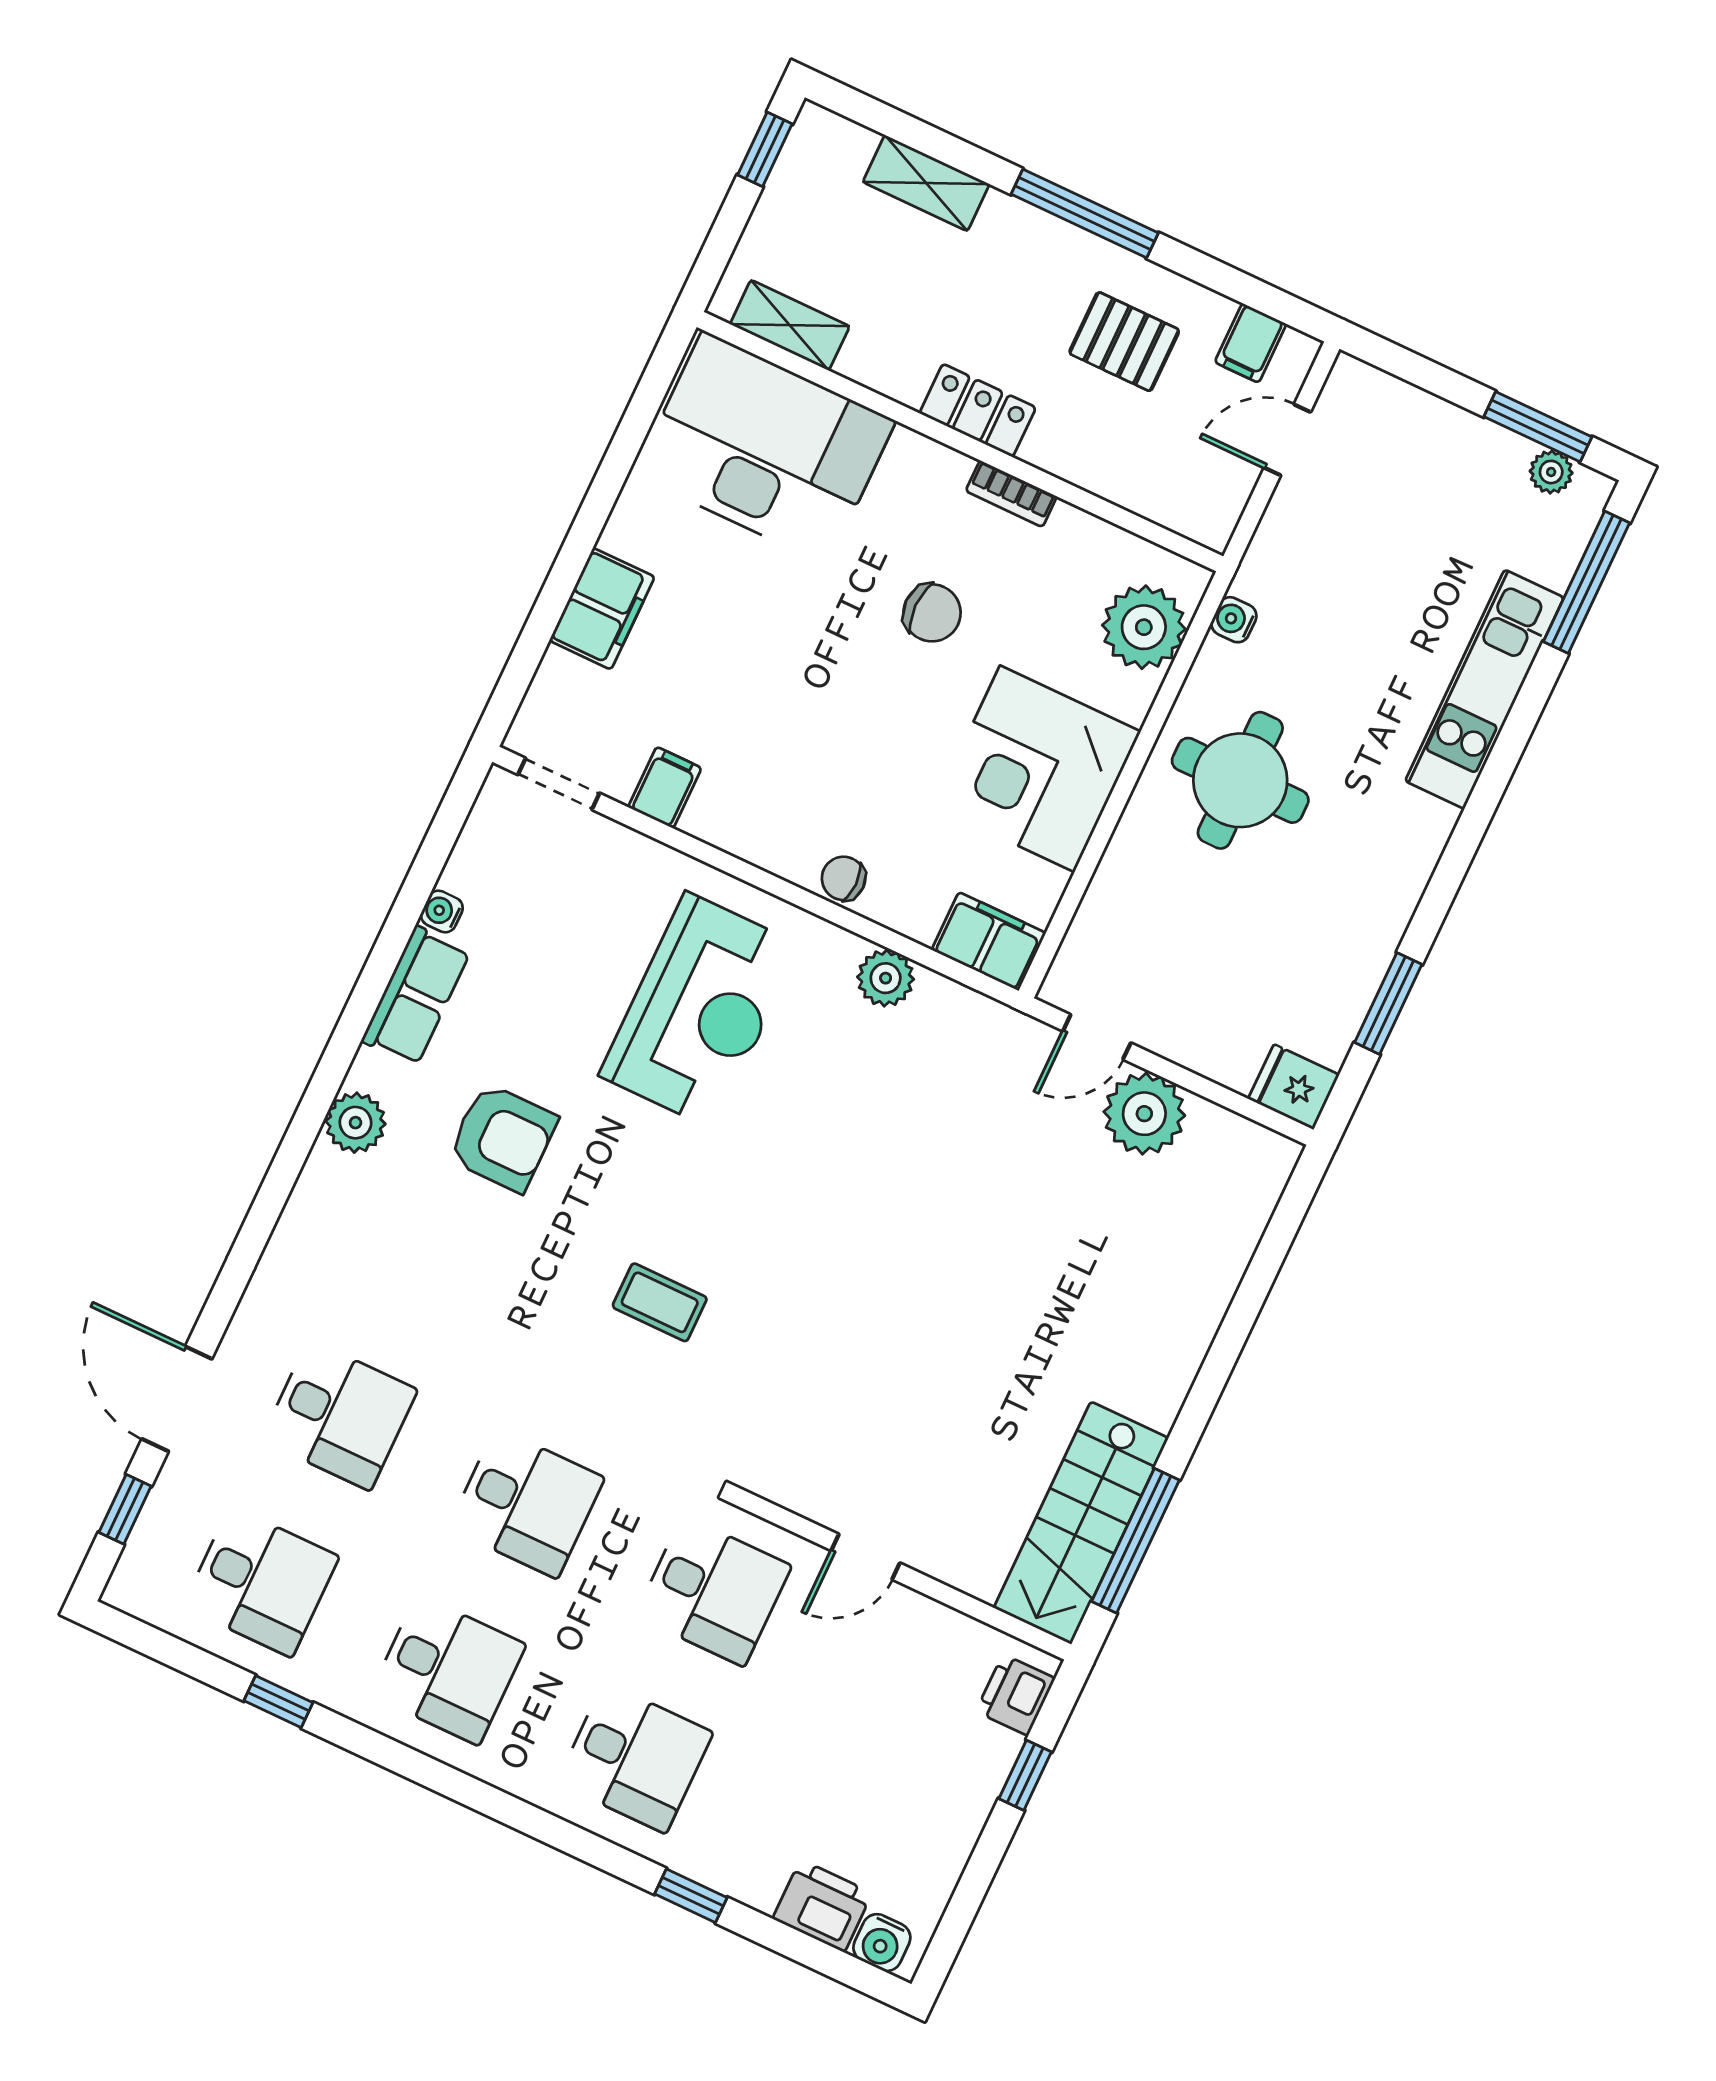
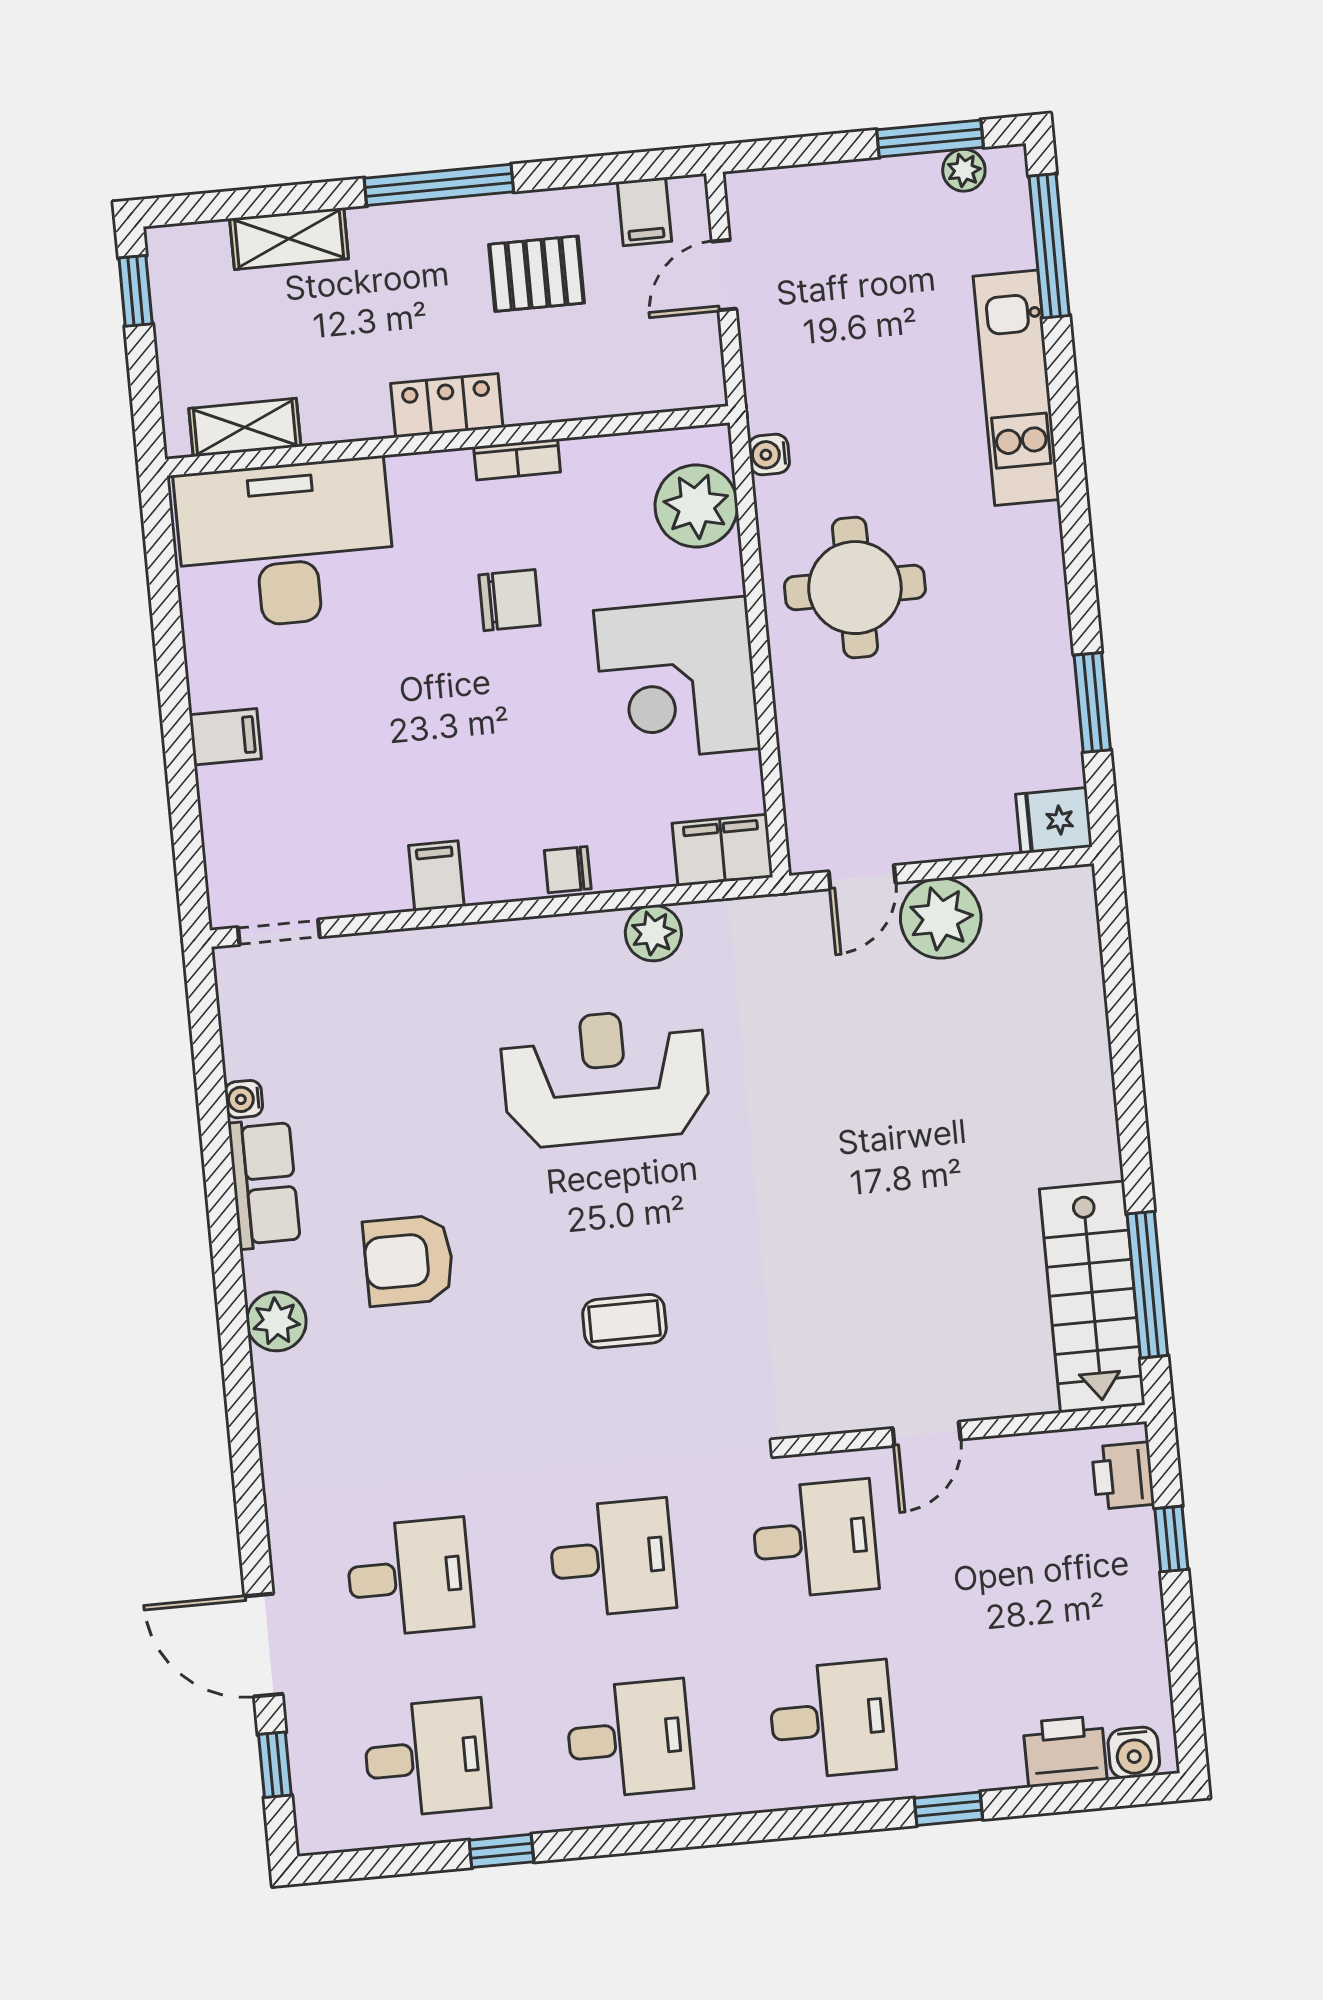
filing cabinet: (602, 609) -> (225, 737), width x0.50
filing cabinet: (665, 788) -> (436, 876), moved
reception desk: (700, 1010) -> (605, 1077), moved, turned -90
armchair: (502, 1138) -> (409, 1260), turned 180

